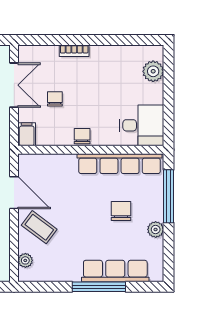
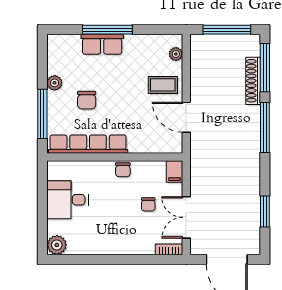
bookcase: (74, 51) -> (169, 249), moved
plant: (153, 71) -> (57, 245), moved
desk: (142, 125) -> (68, 200), moved
coffee table: (39, 227) -> (163, 85), turned -37
row of seats: (115, 271) -> (102, 44), width x0.68

